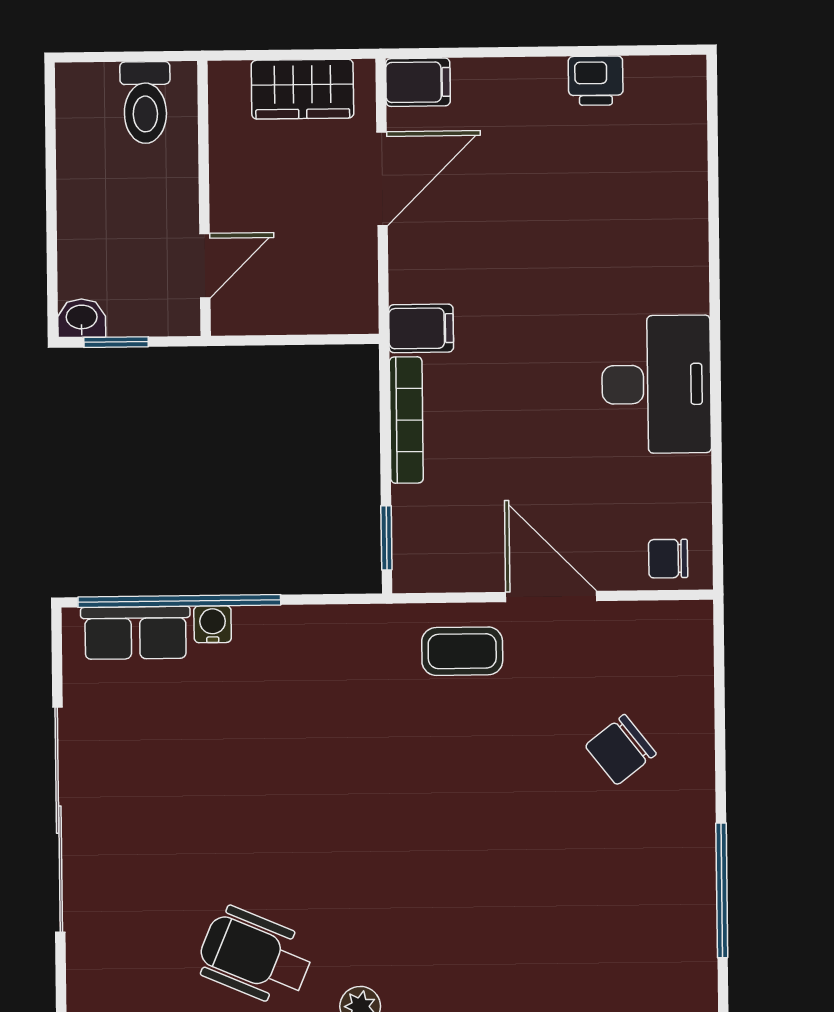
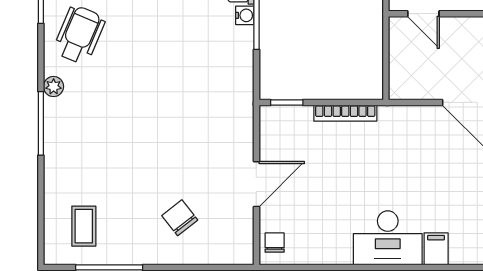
filing cabinet: (421, 328) -> (436, 249), moved, turned 180
desk: (656, 384) -> (388, 238), moved
coffee table: (462, 651) -> (84, 226), moved

